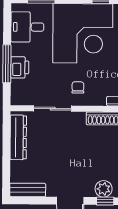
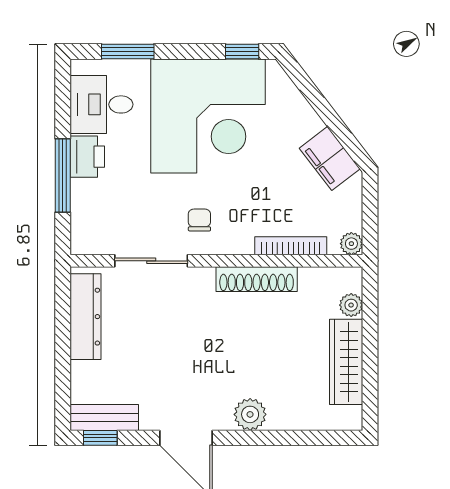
printer: (20, 67) -> (87, 157), moved
window: (105, 201) -> (100, 438), moved

